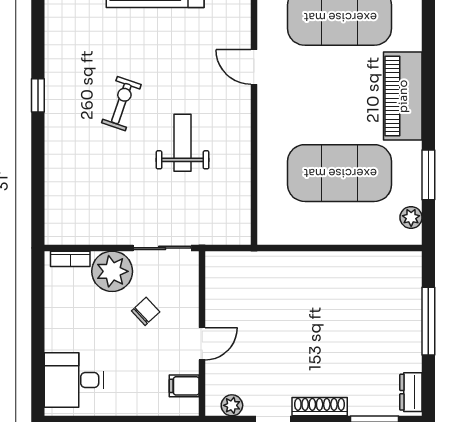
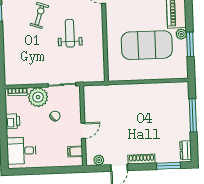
plant: (411, 217) -> (181, 34), moved
printer: (58, 319) -> (13, 121), added

